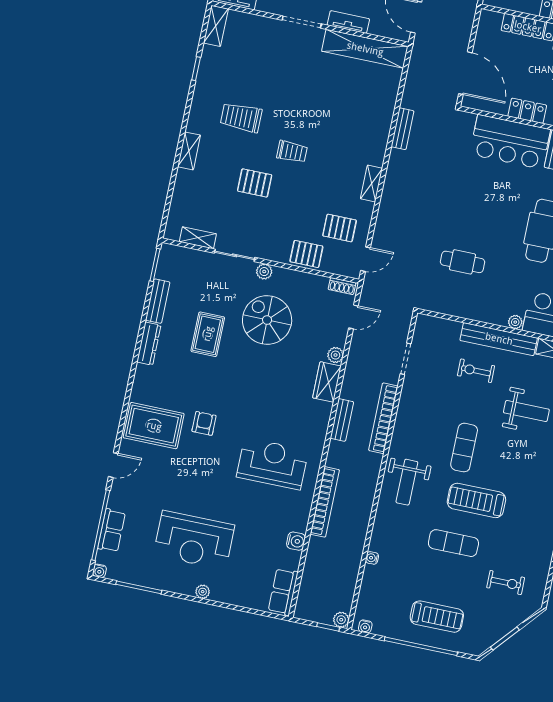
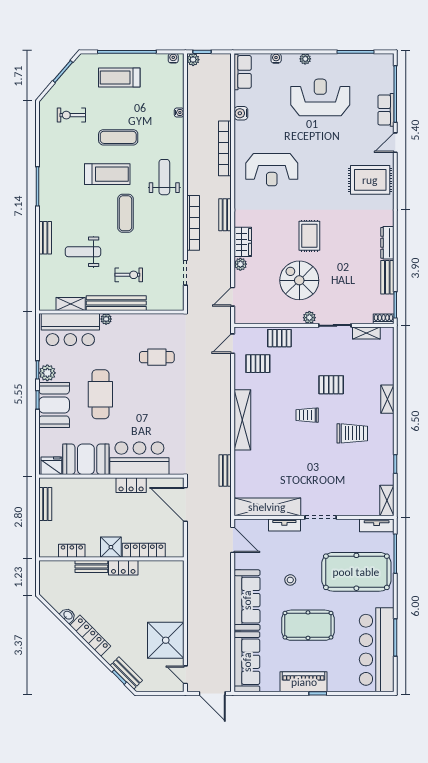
bench: (402, 129) -> (225, 470), moved
shelving: (371, 184) -> (242, 420), width x2.20, depth x1.33
shoe rack: (342, 286) -> (384, 319), moved
spiral stairs: (267, 320) -> (299, 280), turned 180
rug: (208, 334) -> (309, 236), moved
armchair: (204, 423) -> (331, 190), removed
row of seats: (112, 530) -> (386, 110), moved
water cooler: (99, 571) -> (276, 58), moved

